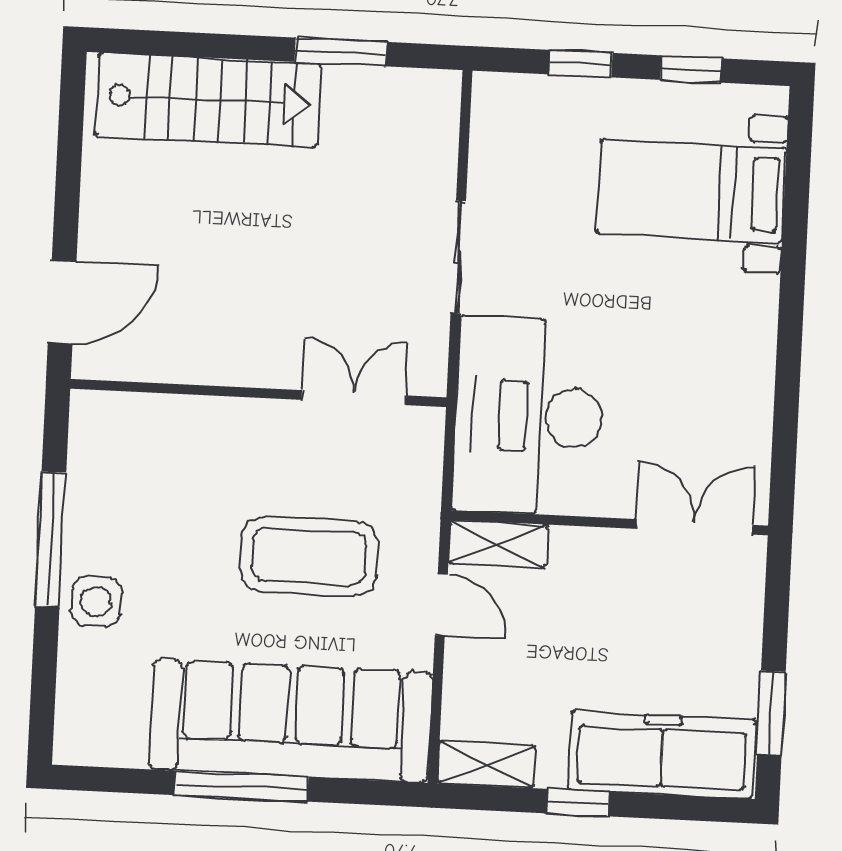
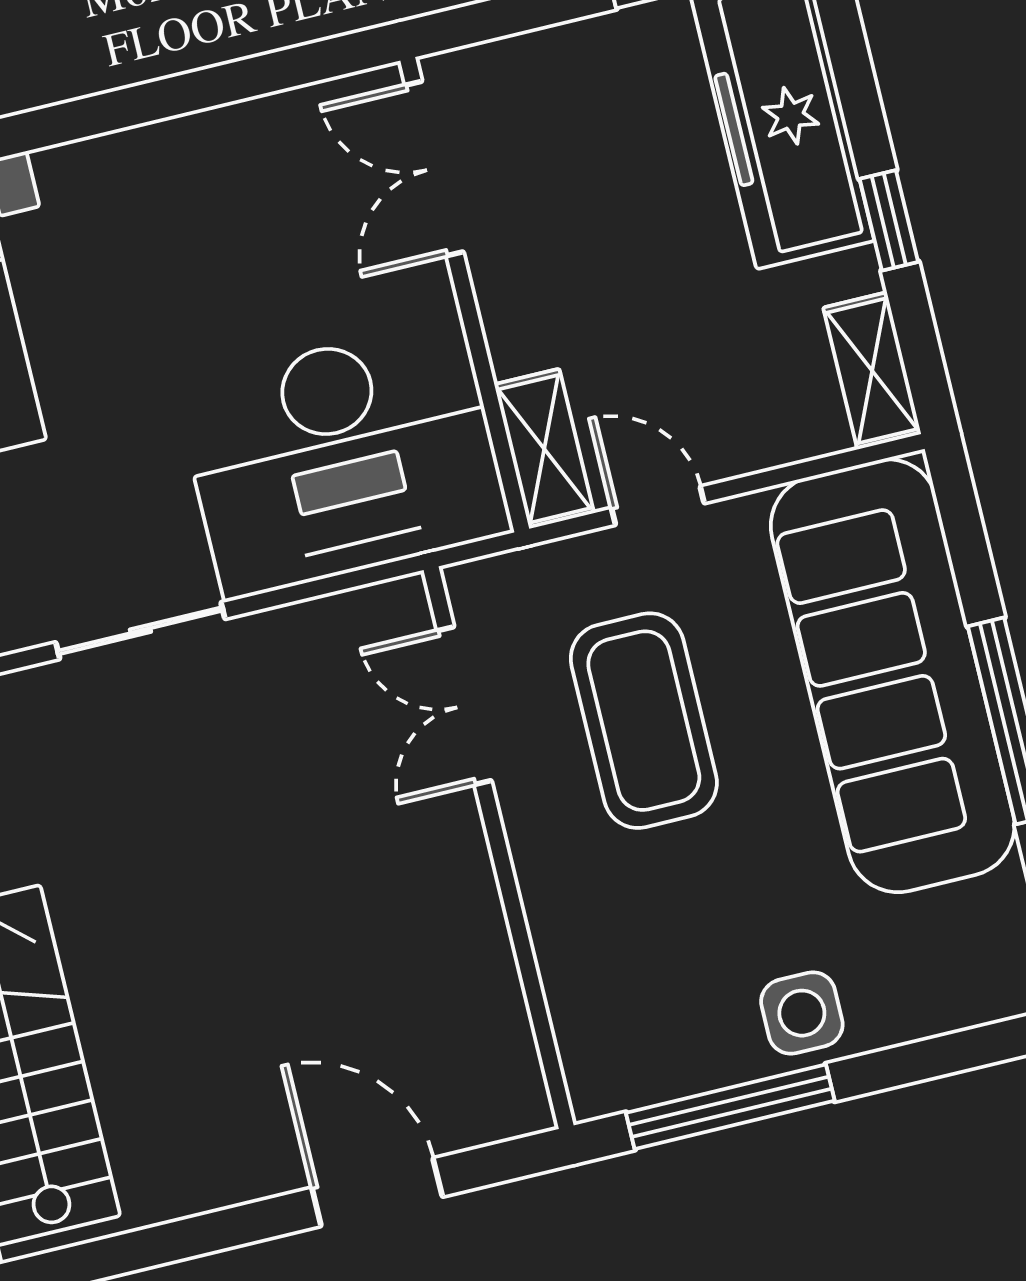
wall: (258, 393) -> (499, 848), moved
double door: (354, 398) -> (464, 706), moved
door: (441, 605) -> (658, 506), hinge flipped

